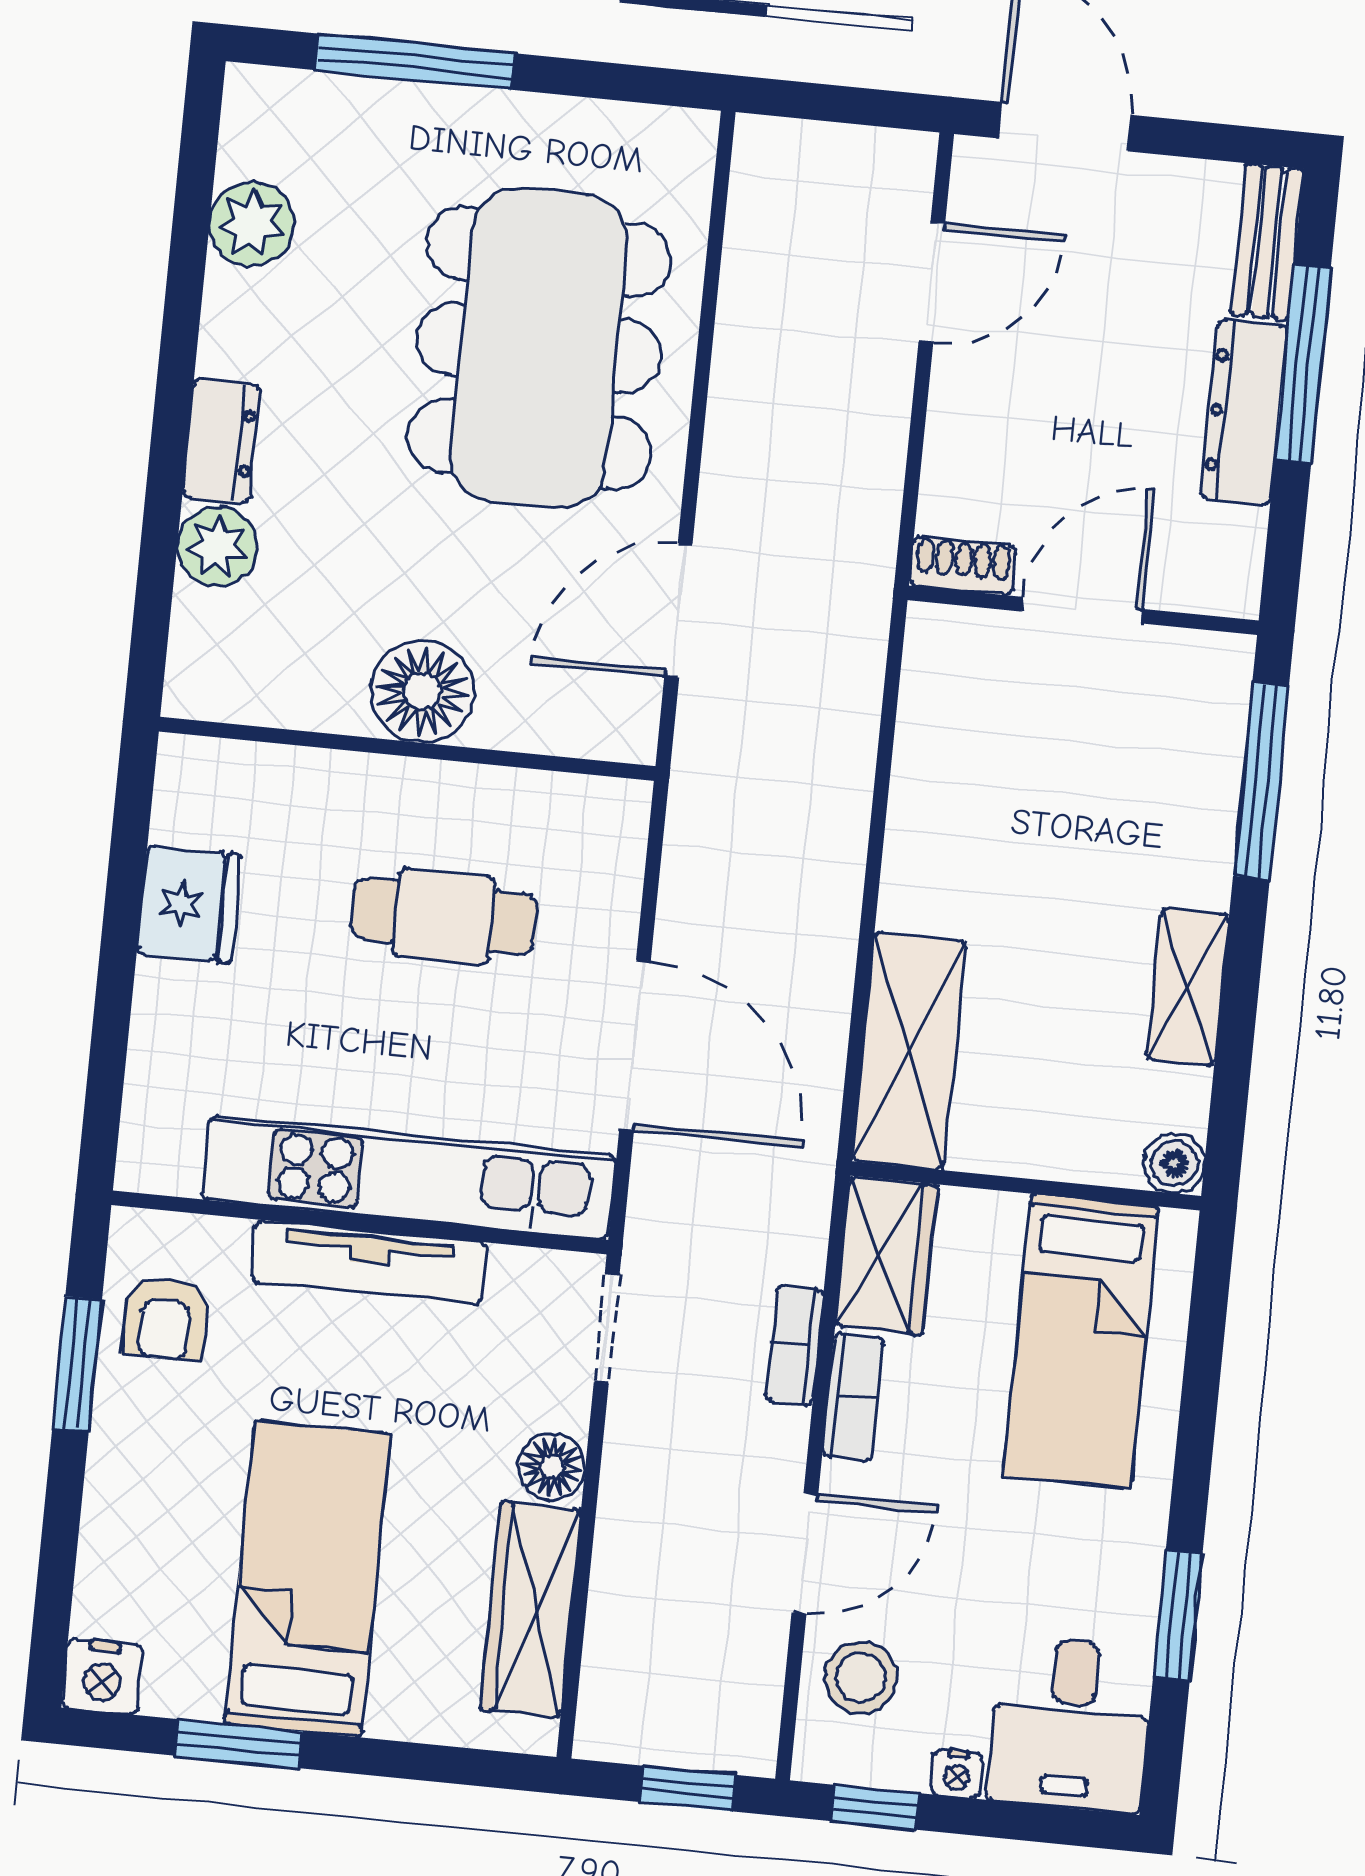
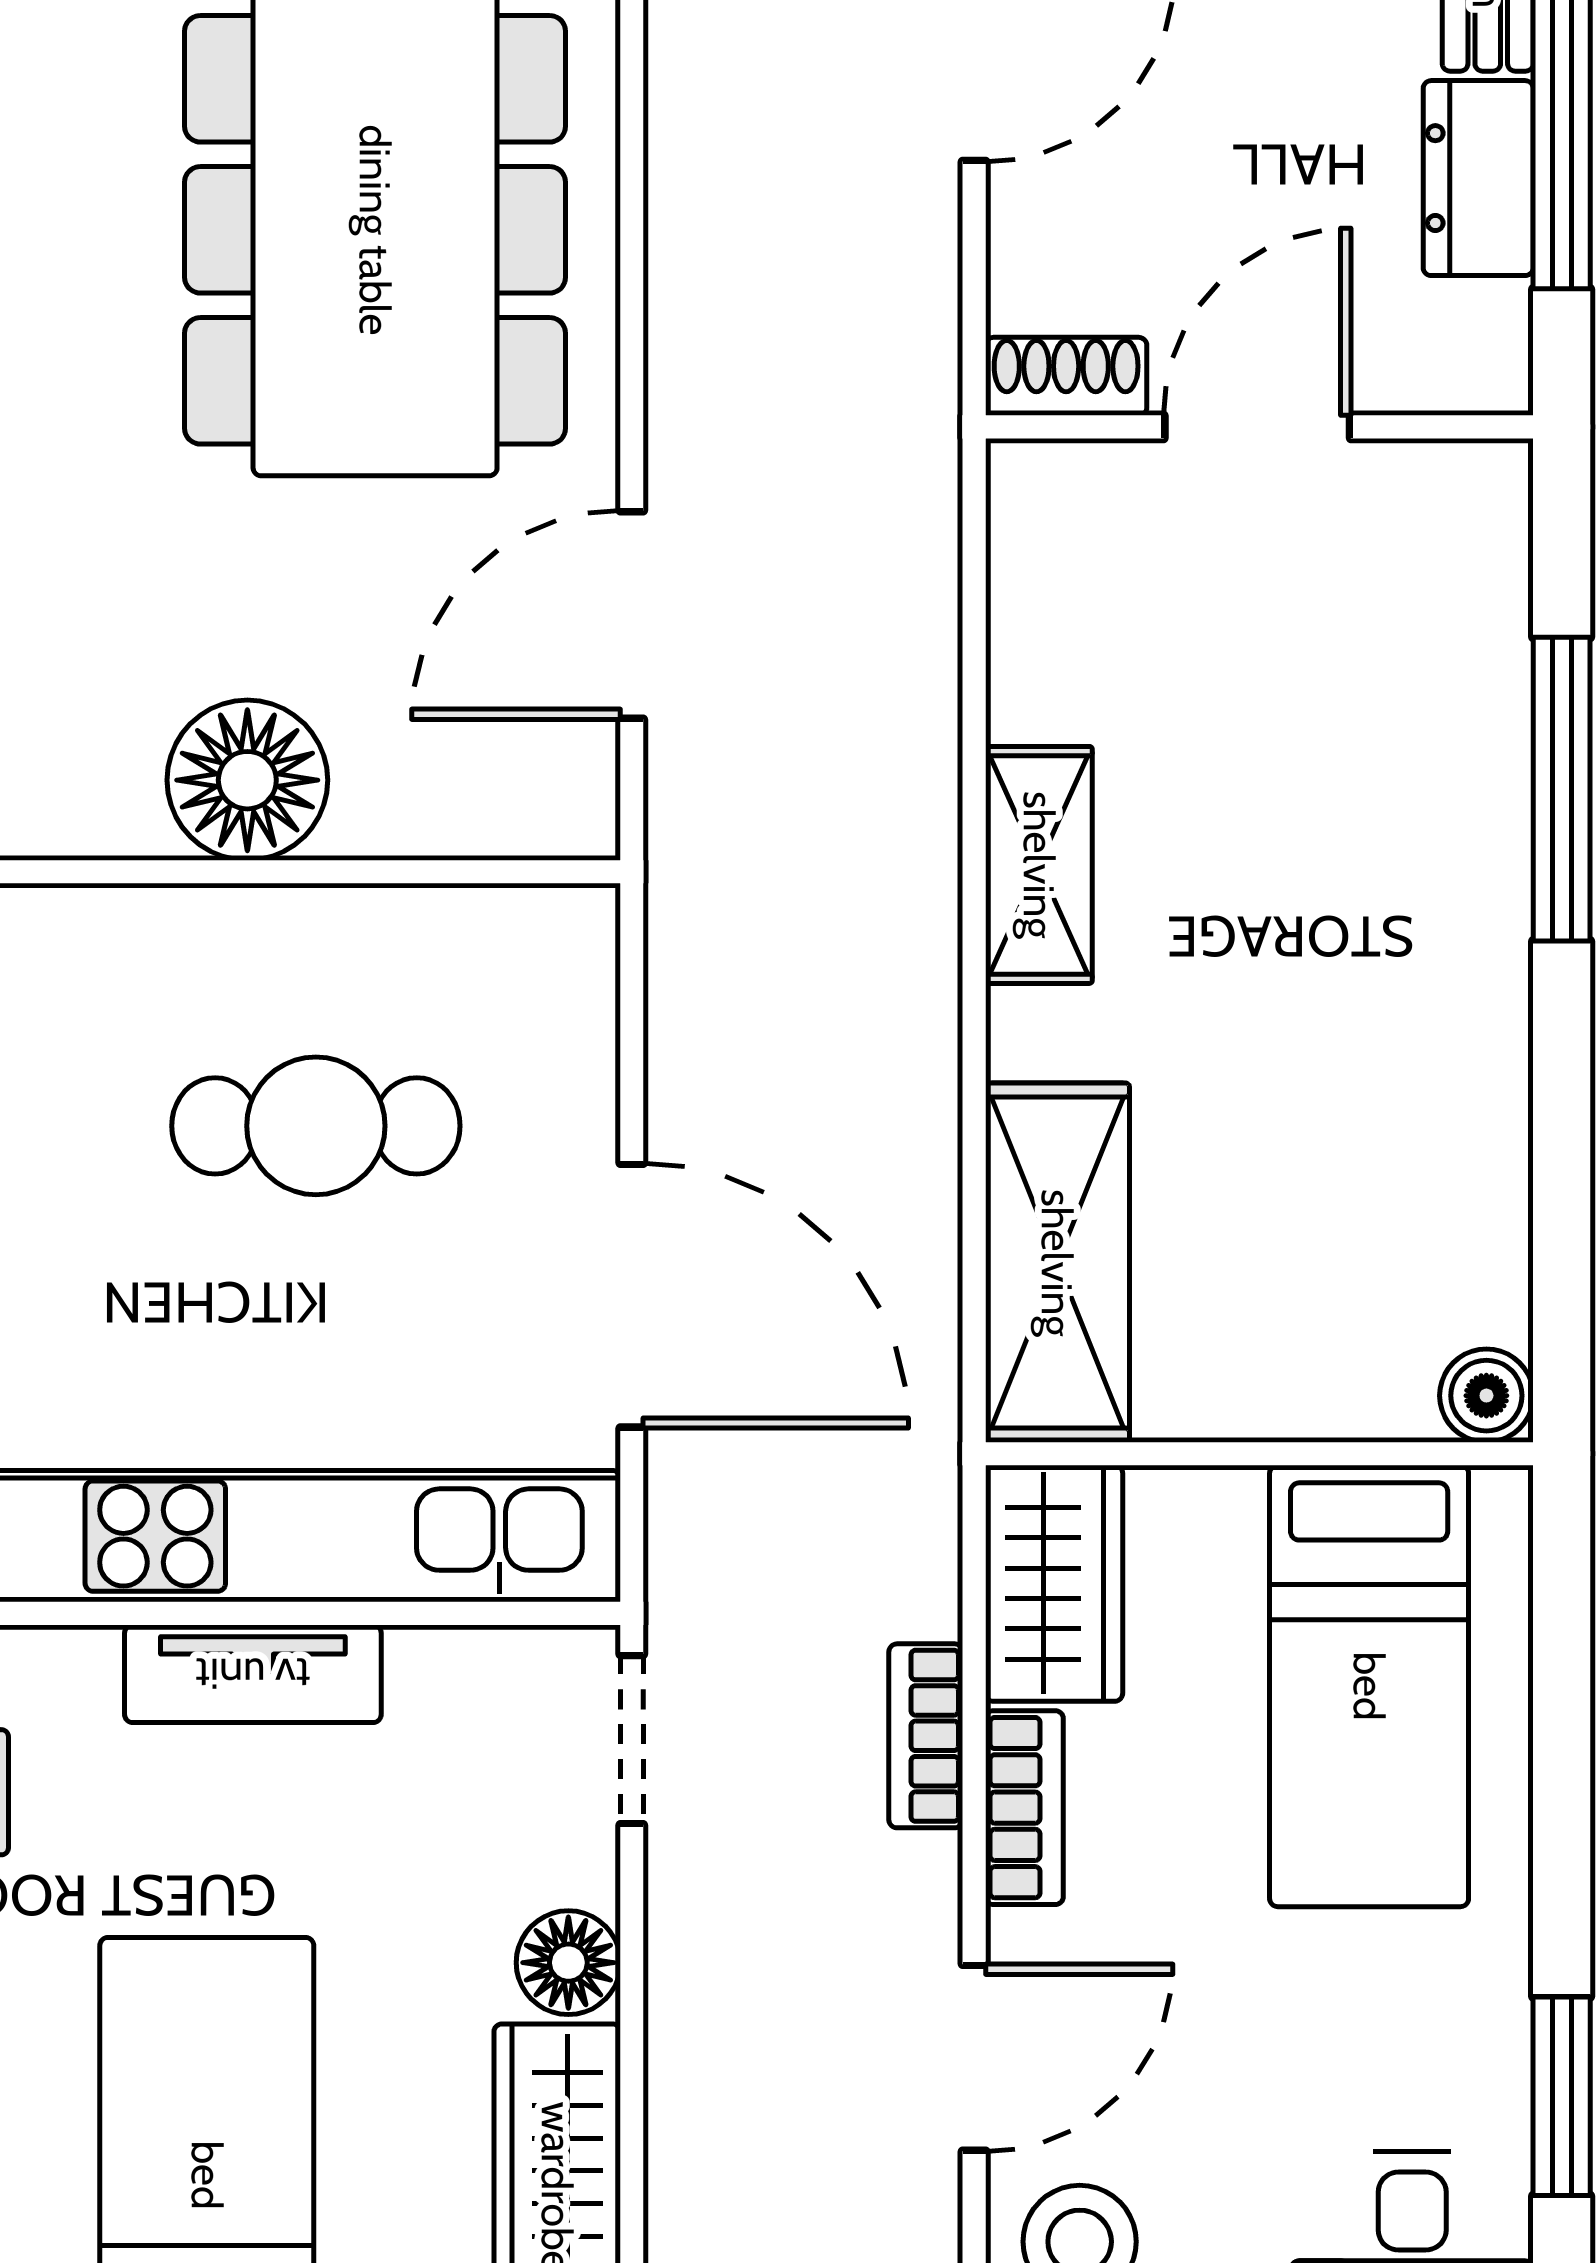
dresser: (1244, 413) -> (1478, 178), width x0.70
shoe rack: (963, 566) -> (1066, 376), moved
door: (1082, 610) -> (1257, 427), moved
wall: (1083, 610) -> (1259, 427), moved
shelving: (1188, 987) -> (1039, 865), moved
tv unit: (369, 1262) -> (253, 1674), width x0.71

